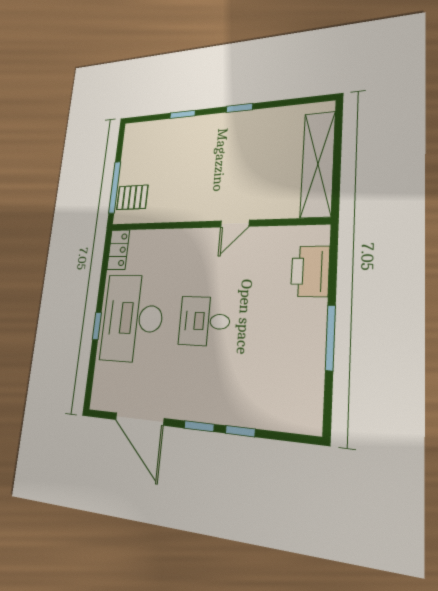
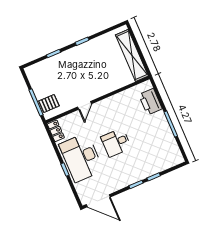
door: (235, 224) -> (85, 105), moved
door: (139, 419) -> (98, 201), moved

